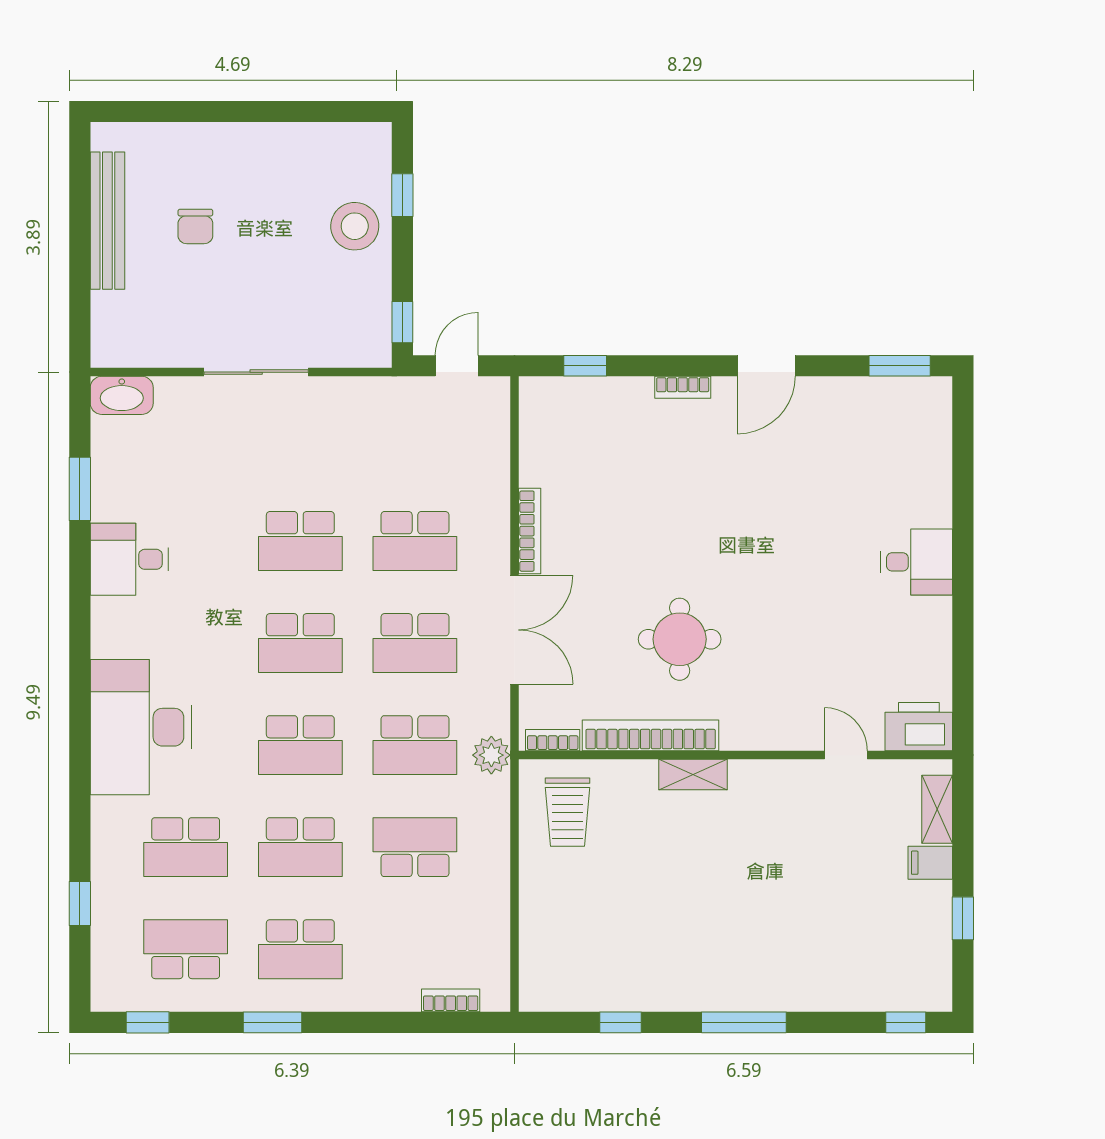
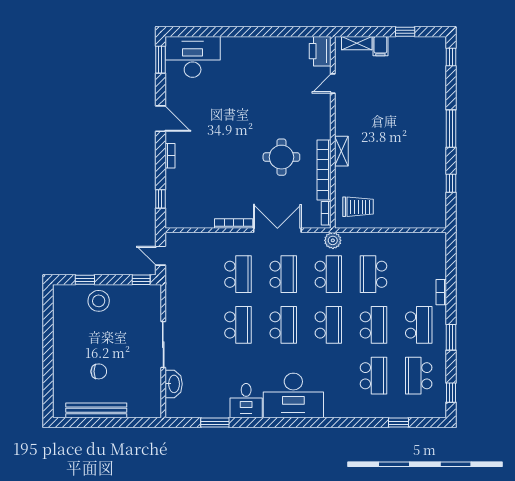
washbasin: (122, 395) -> (174, 384), moved
desk: (917, 562) -> (193, 57), moved, width x1.87, depth x1.30
desk: (141, 727) -> (293, 395), moved
bookcase: (451, 1000) -> (441, 292), moved

